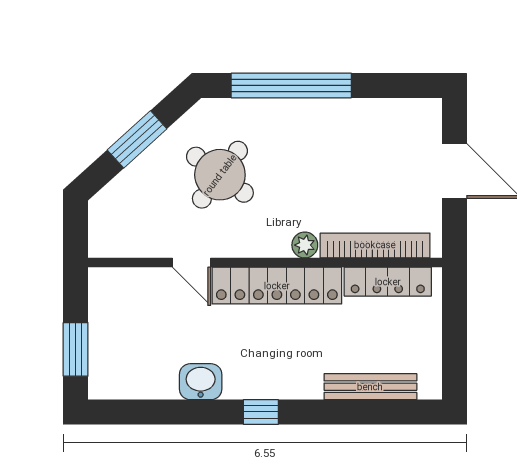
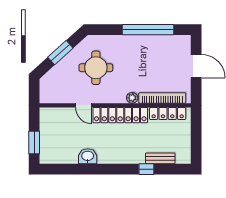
window: (291, 85) -> (148, 30), moved
round table: (220, 175) -> (96, 68), turned -37
bench: (370, 387) -> (160, 158), width x0.73
window: (261, 412) -> (146, 169), moved

